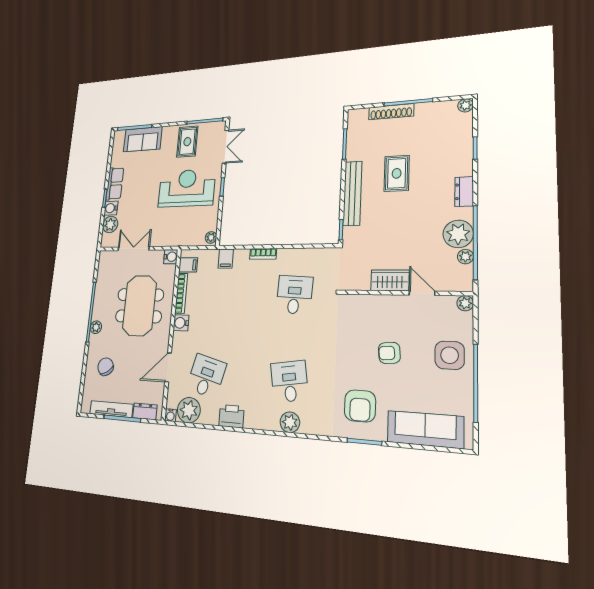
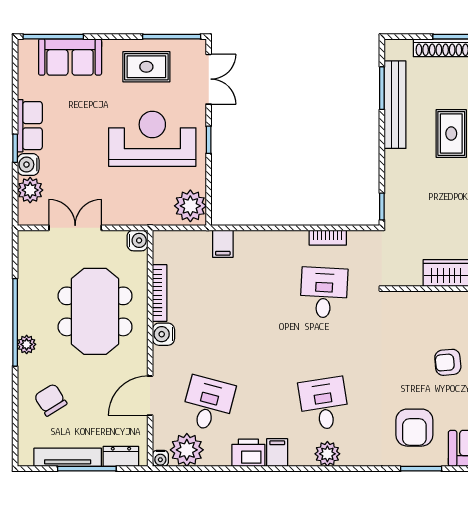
rug: (187, 142) -> (146, 67), turned 90
bench: (352, 193) -> (395, 105), moved
plant: (211, 237) -> (190, 206), width x1.87, depth x1.87
bookcase: (263, 254) -> (328, 238), moved
filing cabinet: (188, 265) -> (277, 453), moved, turned -90

